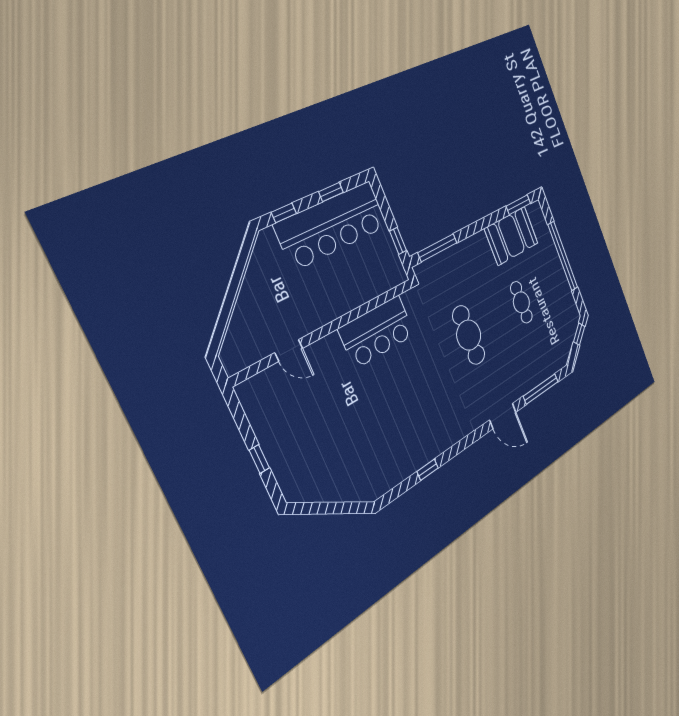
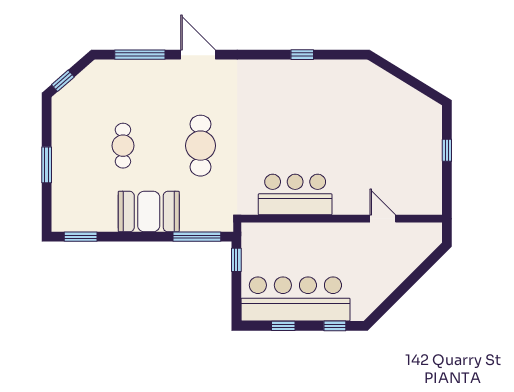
booth: (511, 236) -> (149, 212), moved
window: (563, 256) -> (47, 165), width x0.47

